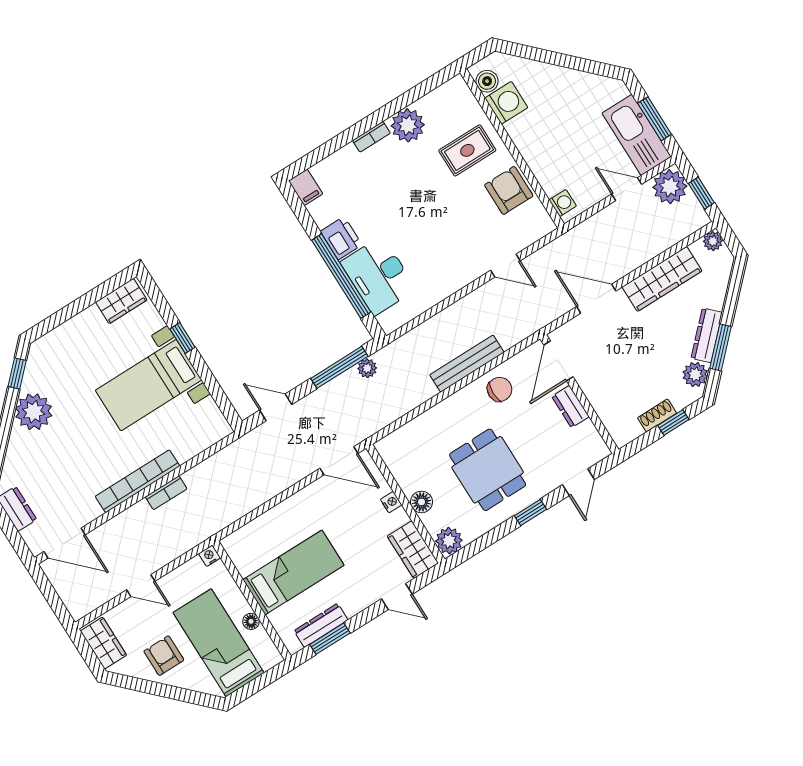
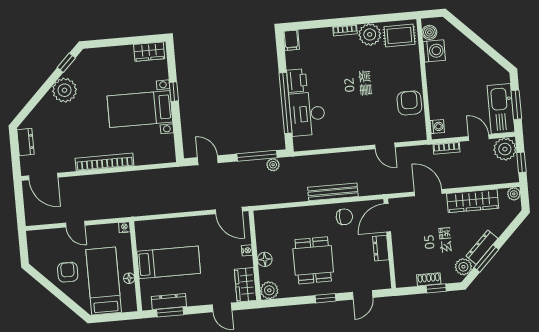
rug: (467, 150) -> (399, 36), moved
bookcase: (166, 493) -> (447, 148), moved
wardrobe: (103, 643) -> (36, 247), removed

